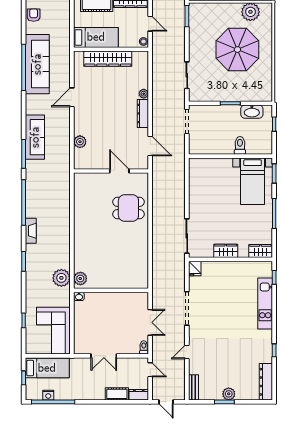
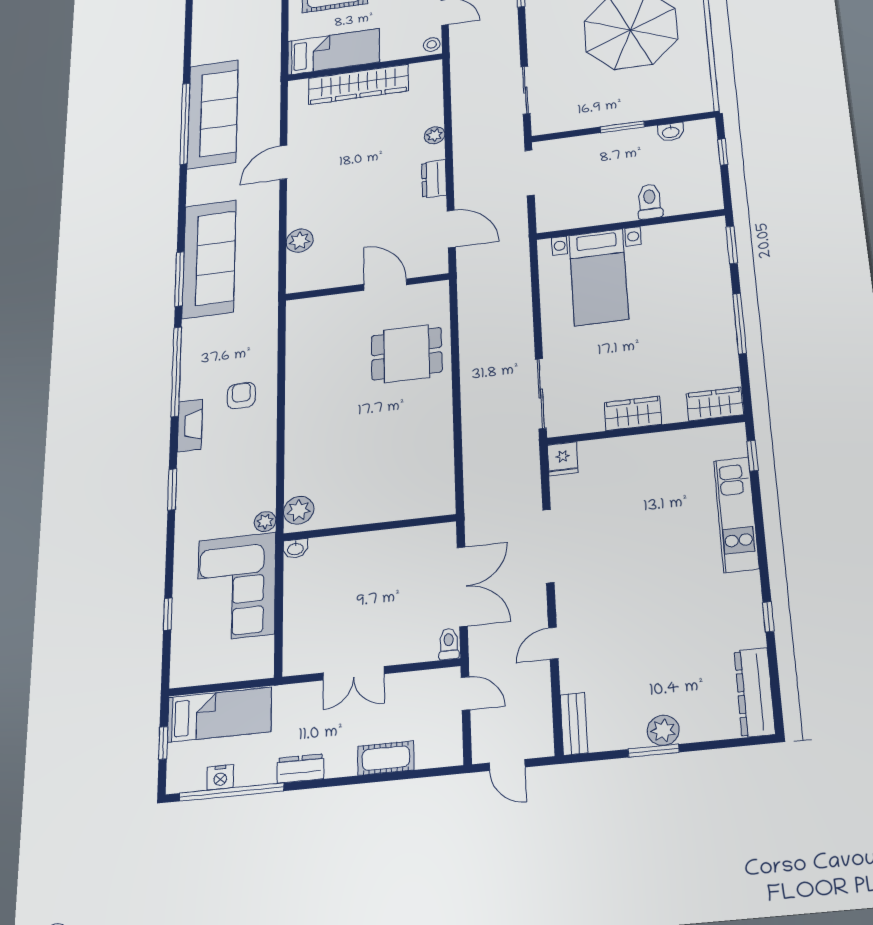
armchair: (34, 15) -> (241, 396), moved
washbasin: (252, 112) -> (671, 132), width x0.52, depth x0.69
dresser: (143, 113) -> (434, 179), width x0.70
sofa: (35, 137) -> (209, 259), width x1.36, depth x1.27
bed with nightstands: (253, 181) -> (599, 277), moved
plant: (61, 278) -> (265, 521), width x0.53, depth x0.53
double door: (150, 322) -> (462, 587), width x1.37
corner sofa: (53, 331) -> (236, 587), moved
dresser: (139, 395) -> (300, 769), moved

